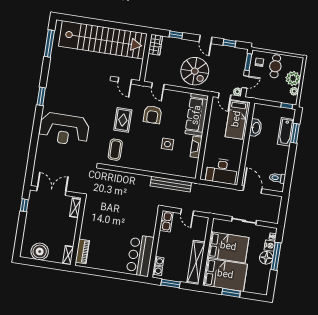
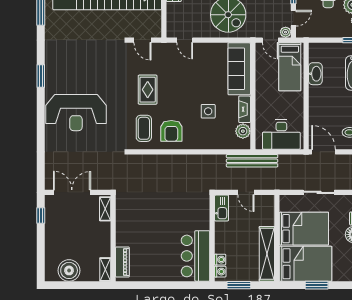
armchair: (153, 115) -> (171, 131), moved
plant: (192, 164) -> (243, 131), added
bench: (171, 184) -> (252, 161), moved

